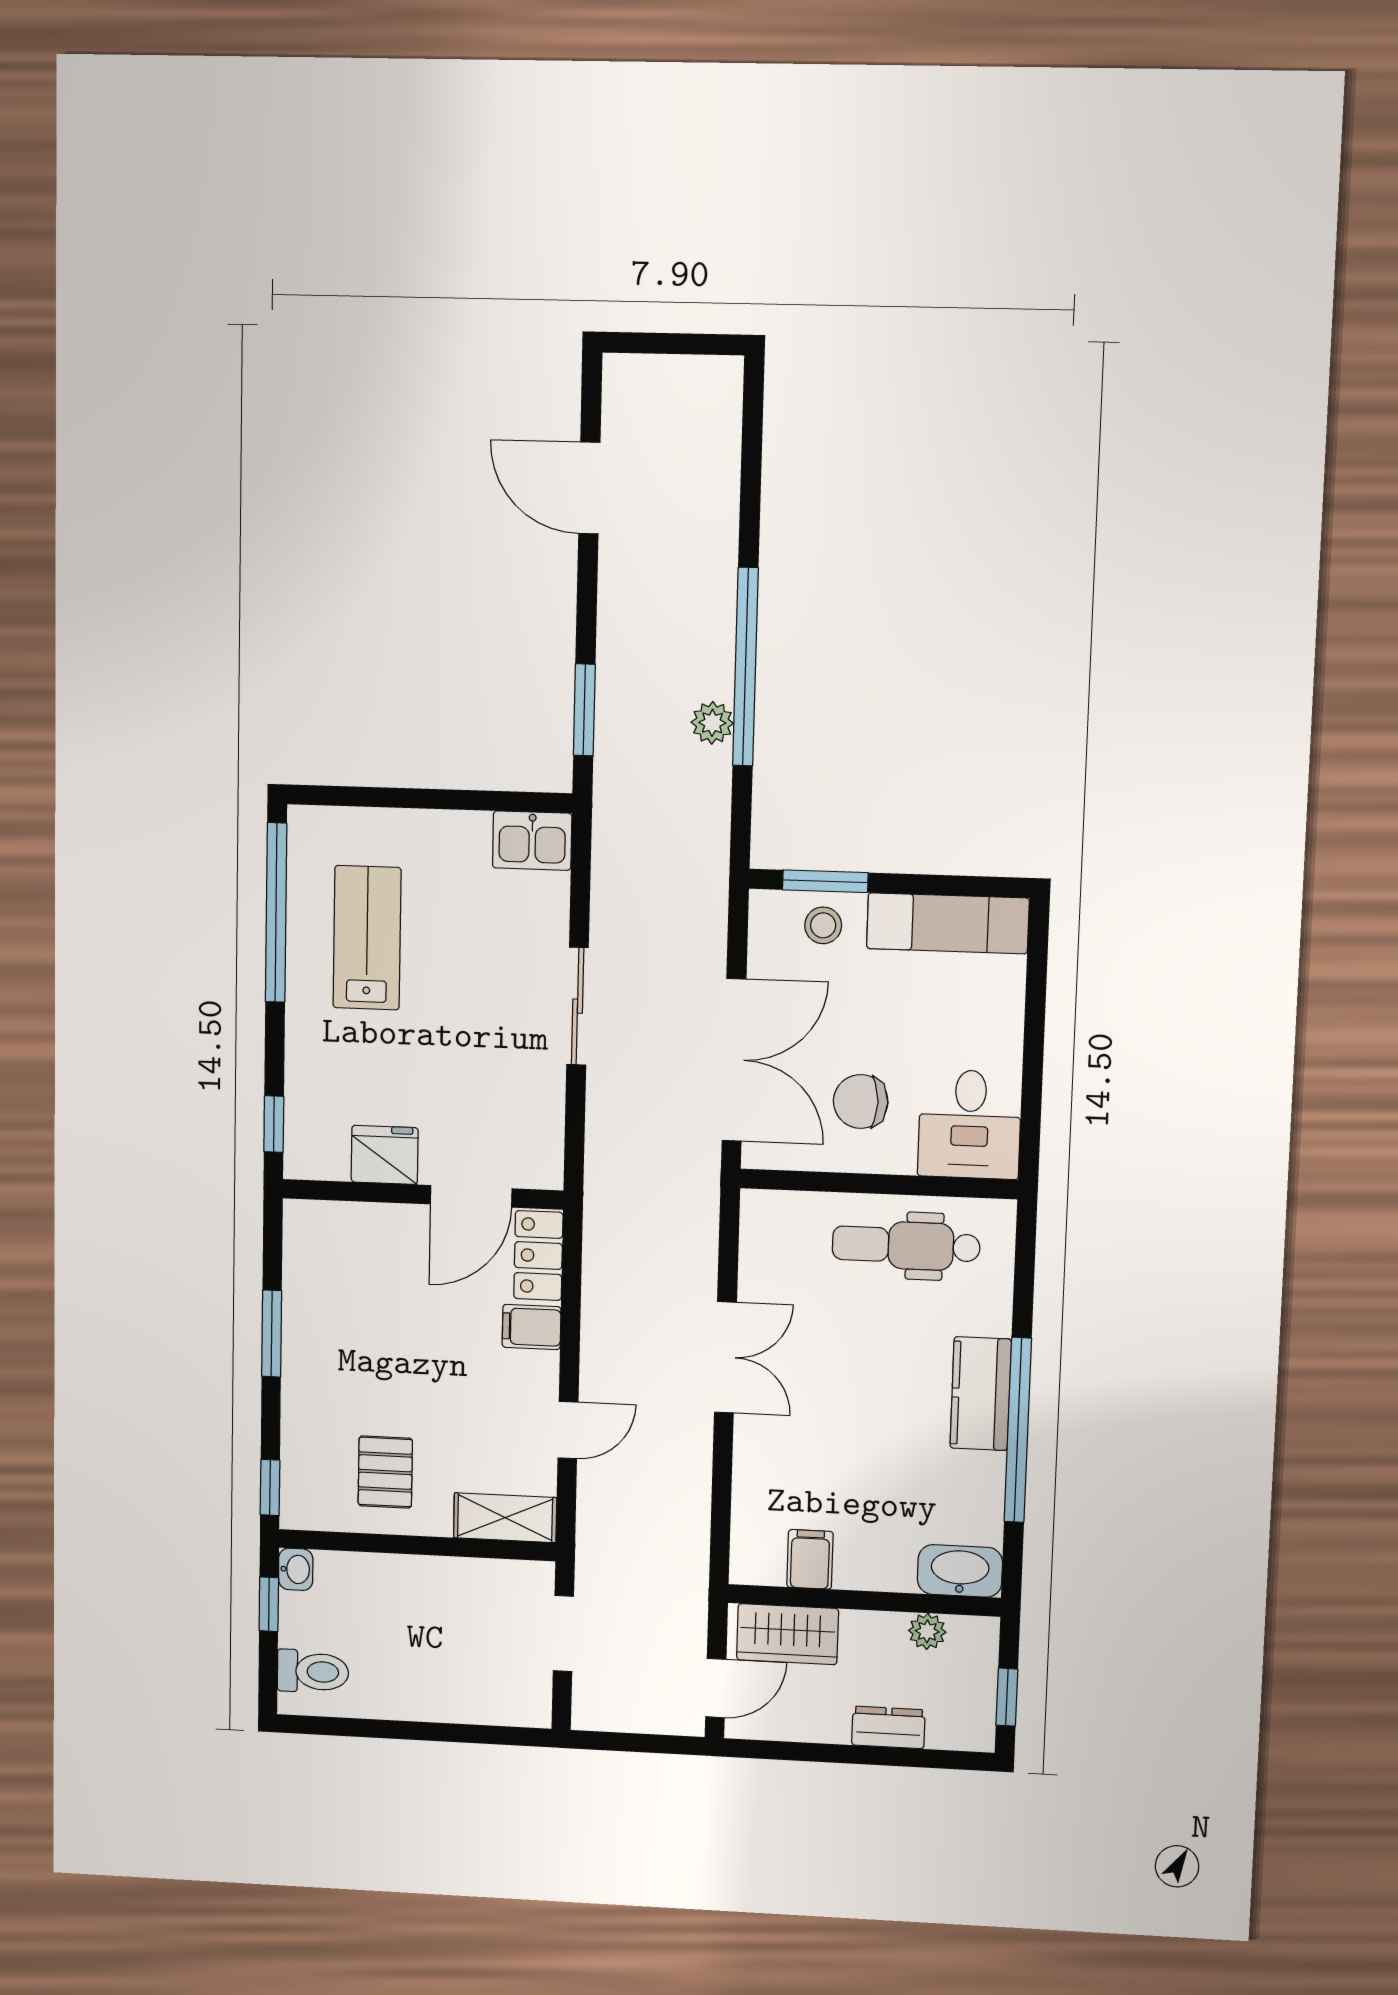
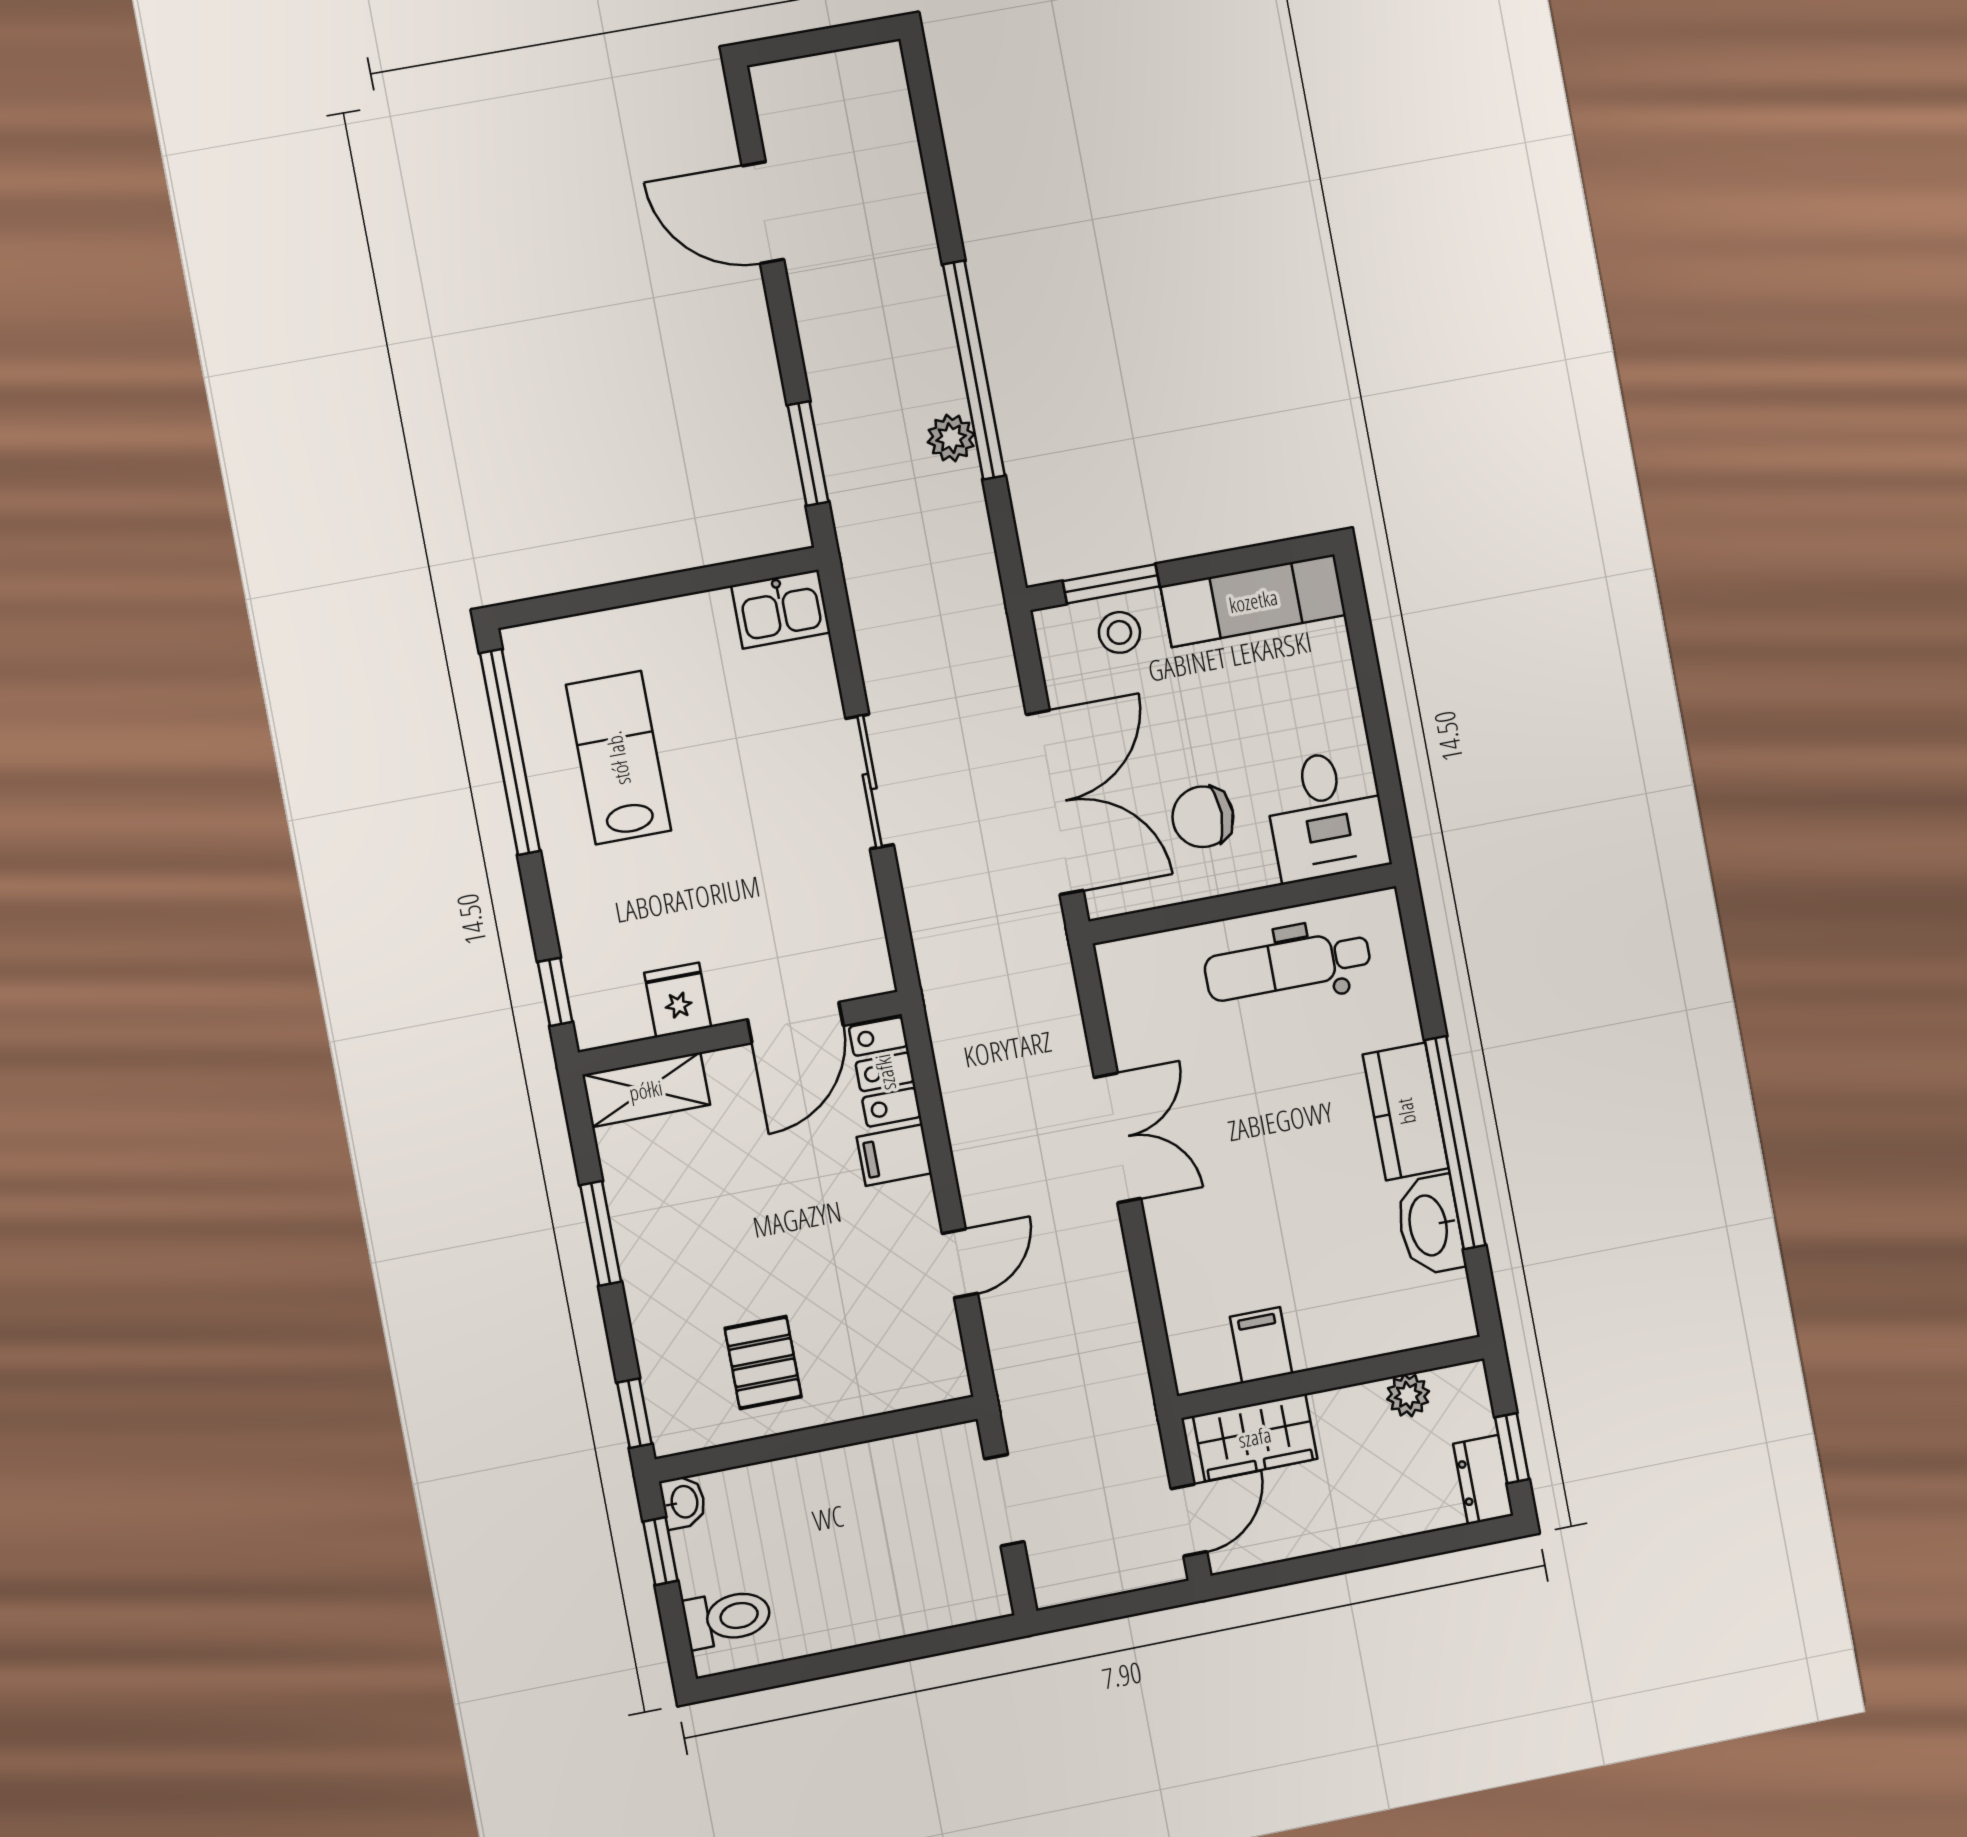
fridge: (385, 1155) -> (678, 1000), width x0.72
shelving: (505, 1518) -> (646, 1090), moved
washbasin: (960, 1571) -> (1430, 1225), moved, turned -90
dresser: (888, 1727) -> (1483, 1480), moved, turned -90

